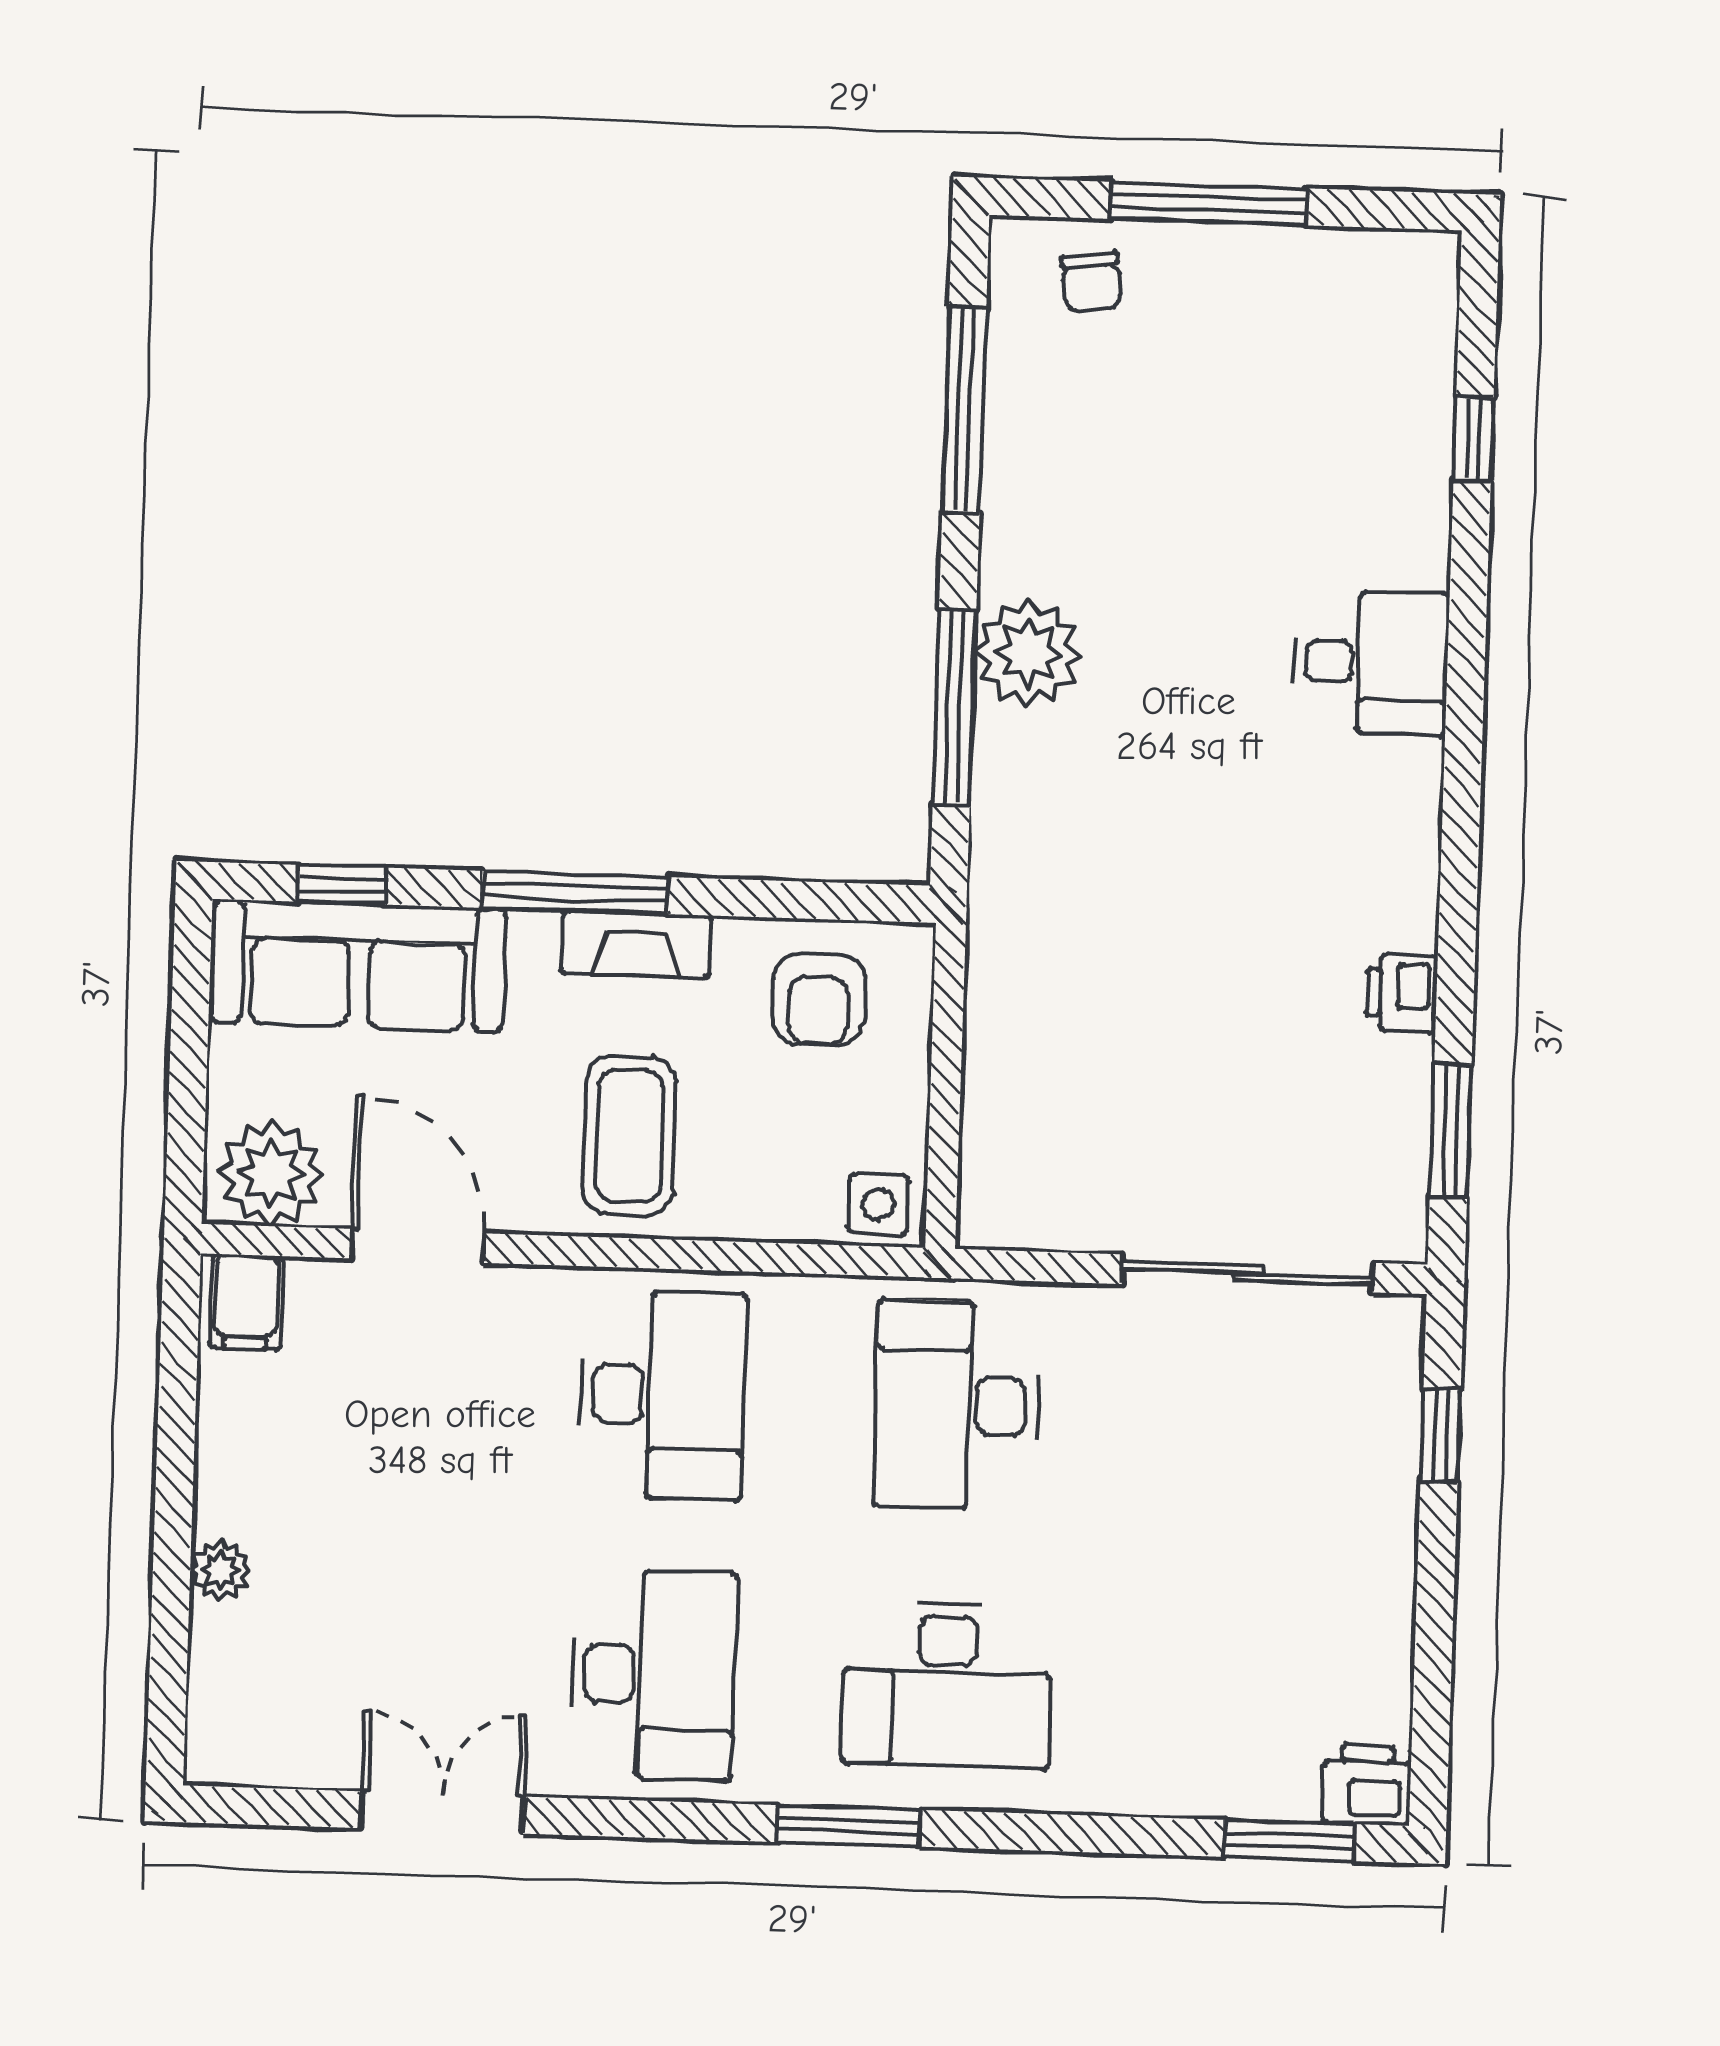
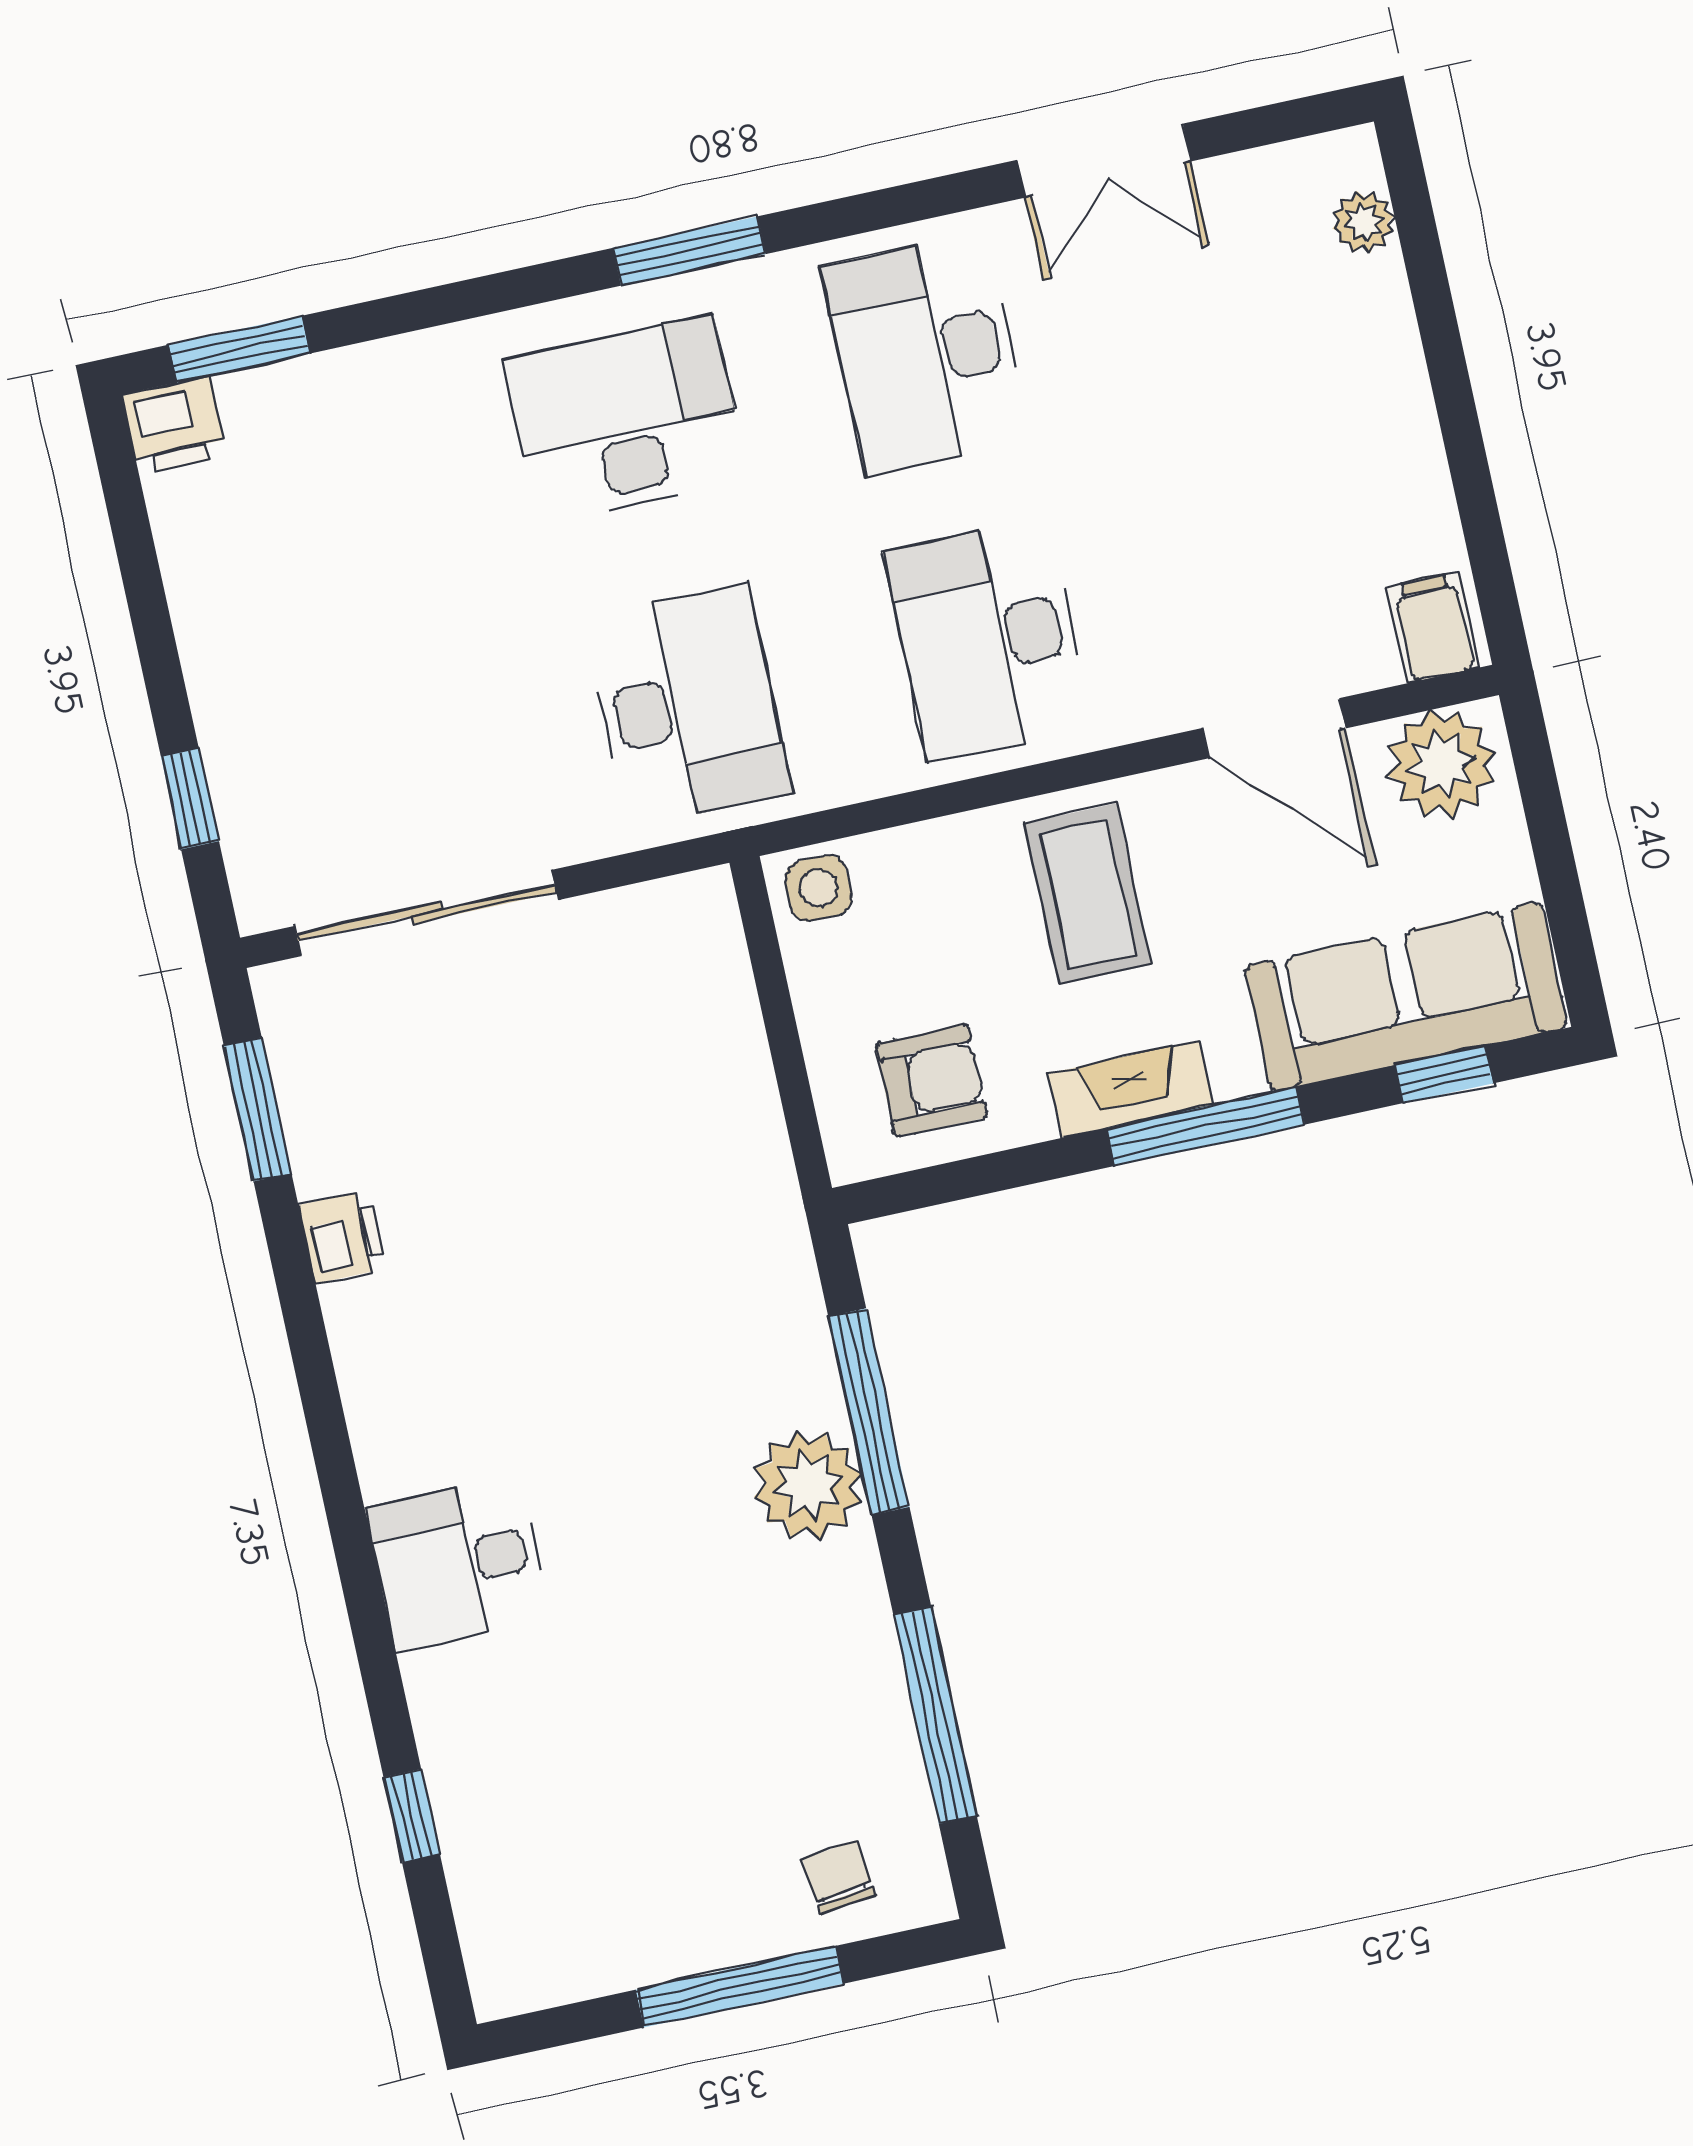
armchair: (818, 999) -> (932, 1081), turned 90
plant: (220, 1570) -> (1363, 222), moved

